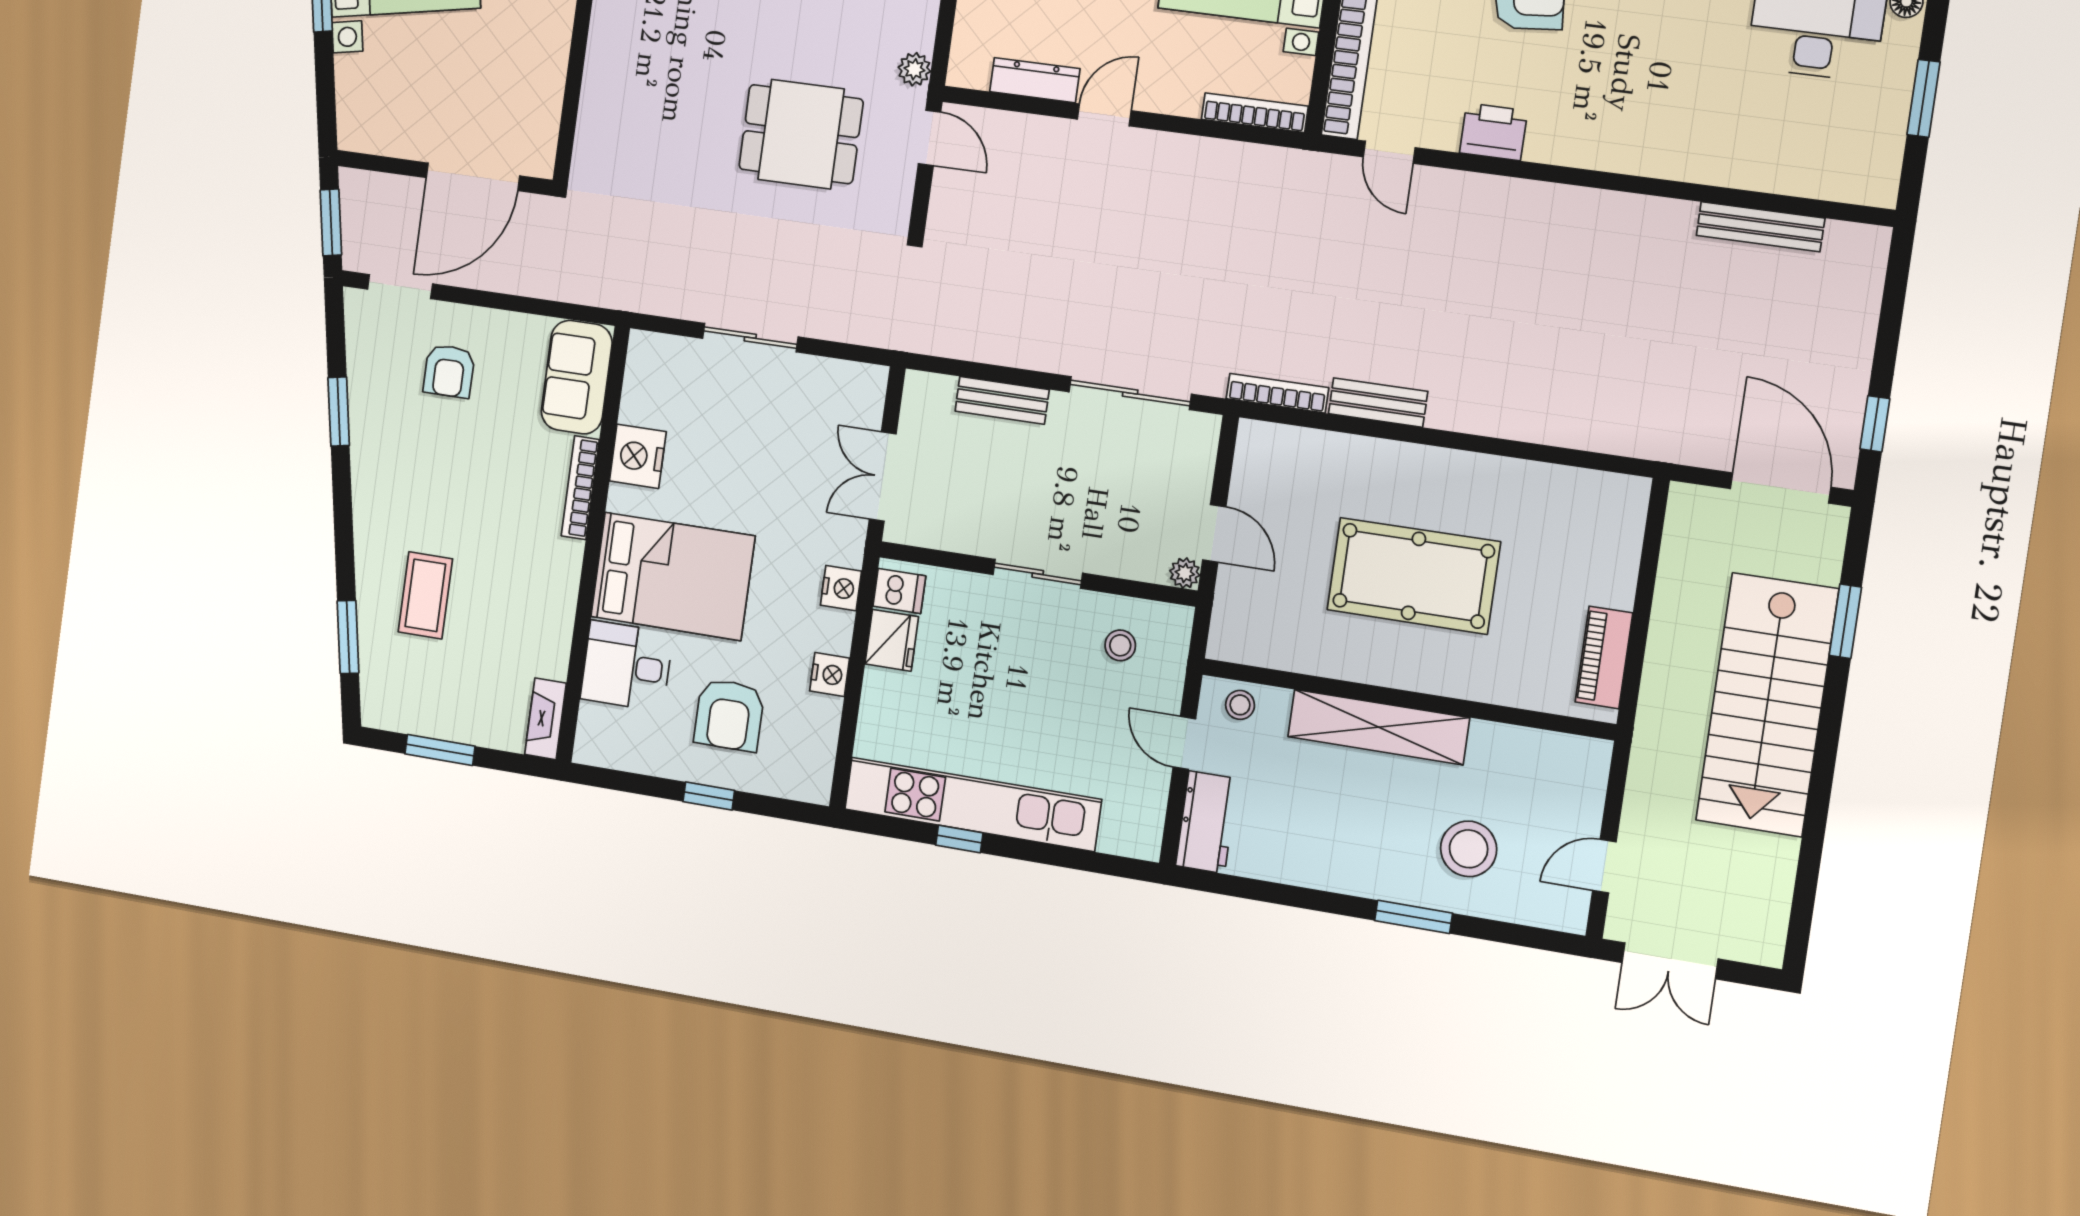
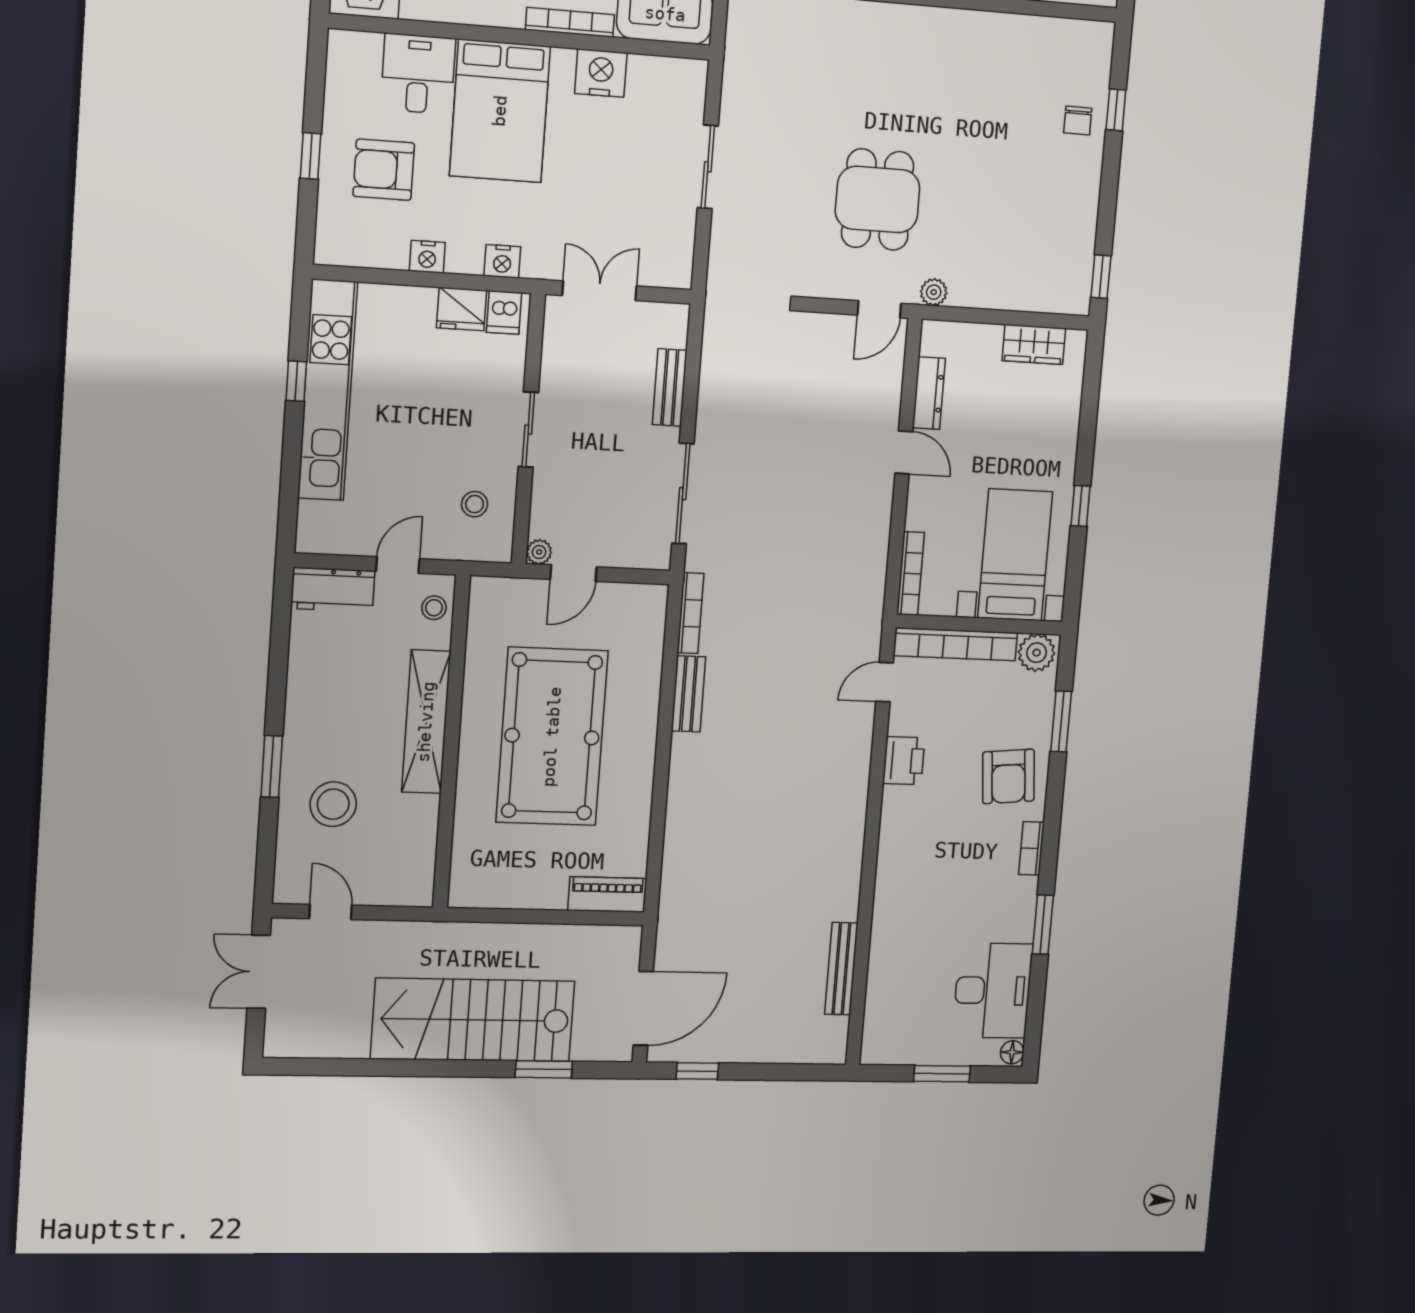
pool table: (1414, 576) -> (552, 737), width x1.36, depth x1.32
piano: (1604, 657) -> (607, 894), moved

